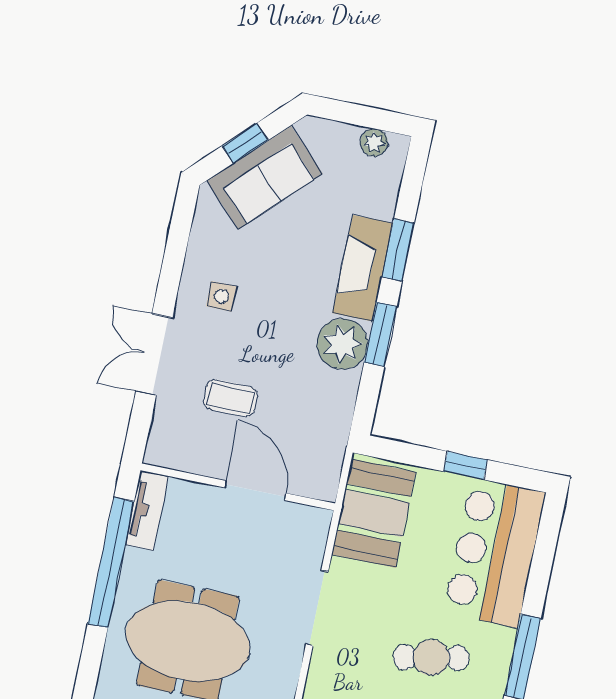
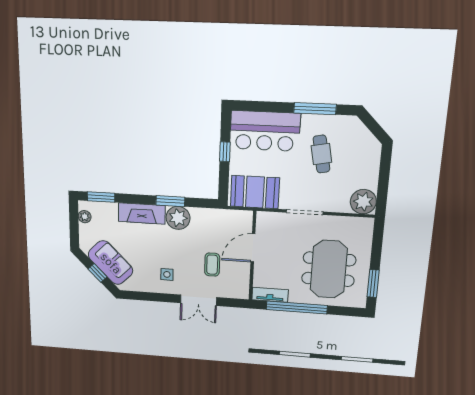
window: (398, 250) -> (101, 197), moved

